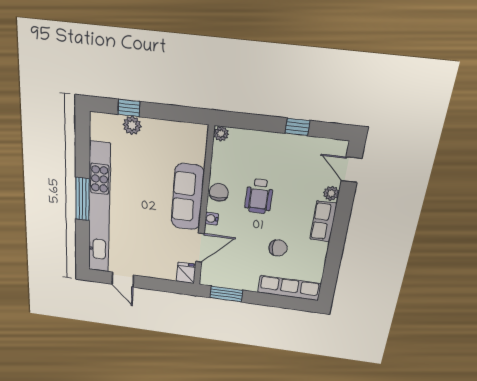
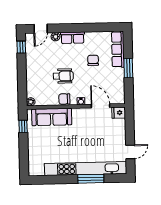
window: (129, 108) -> (23, 126), moved
plant: (132, 125) -> (33, 152), removed
window: (297, 127) -> (21, 47), moved
sofa: (188, 197) -> (52, 117), moved
window: (82, 199) -> (91, 179), moved
window: (226, 294) -> (128, 68), moved

